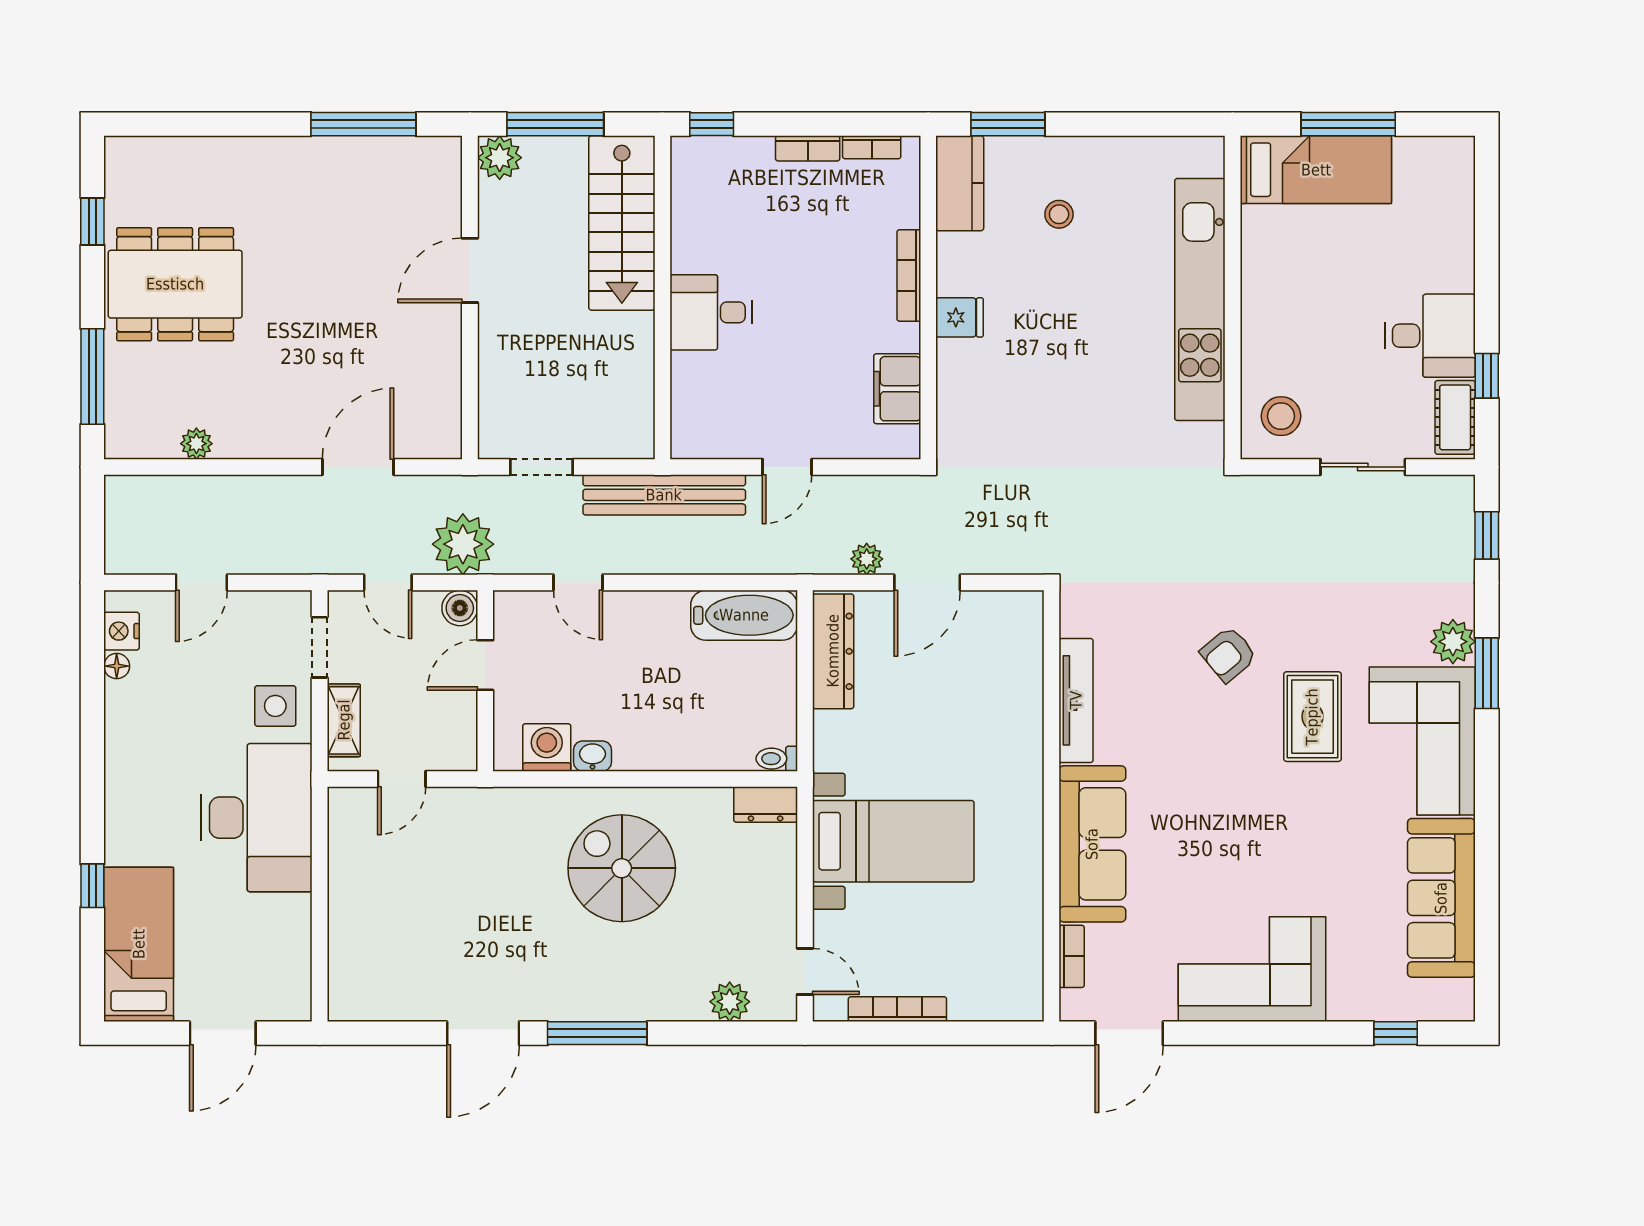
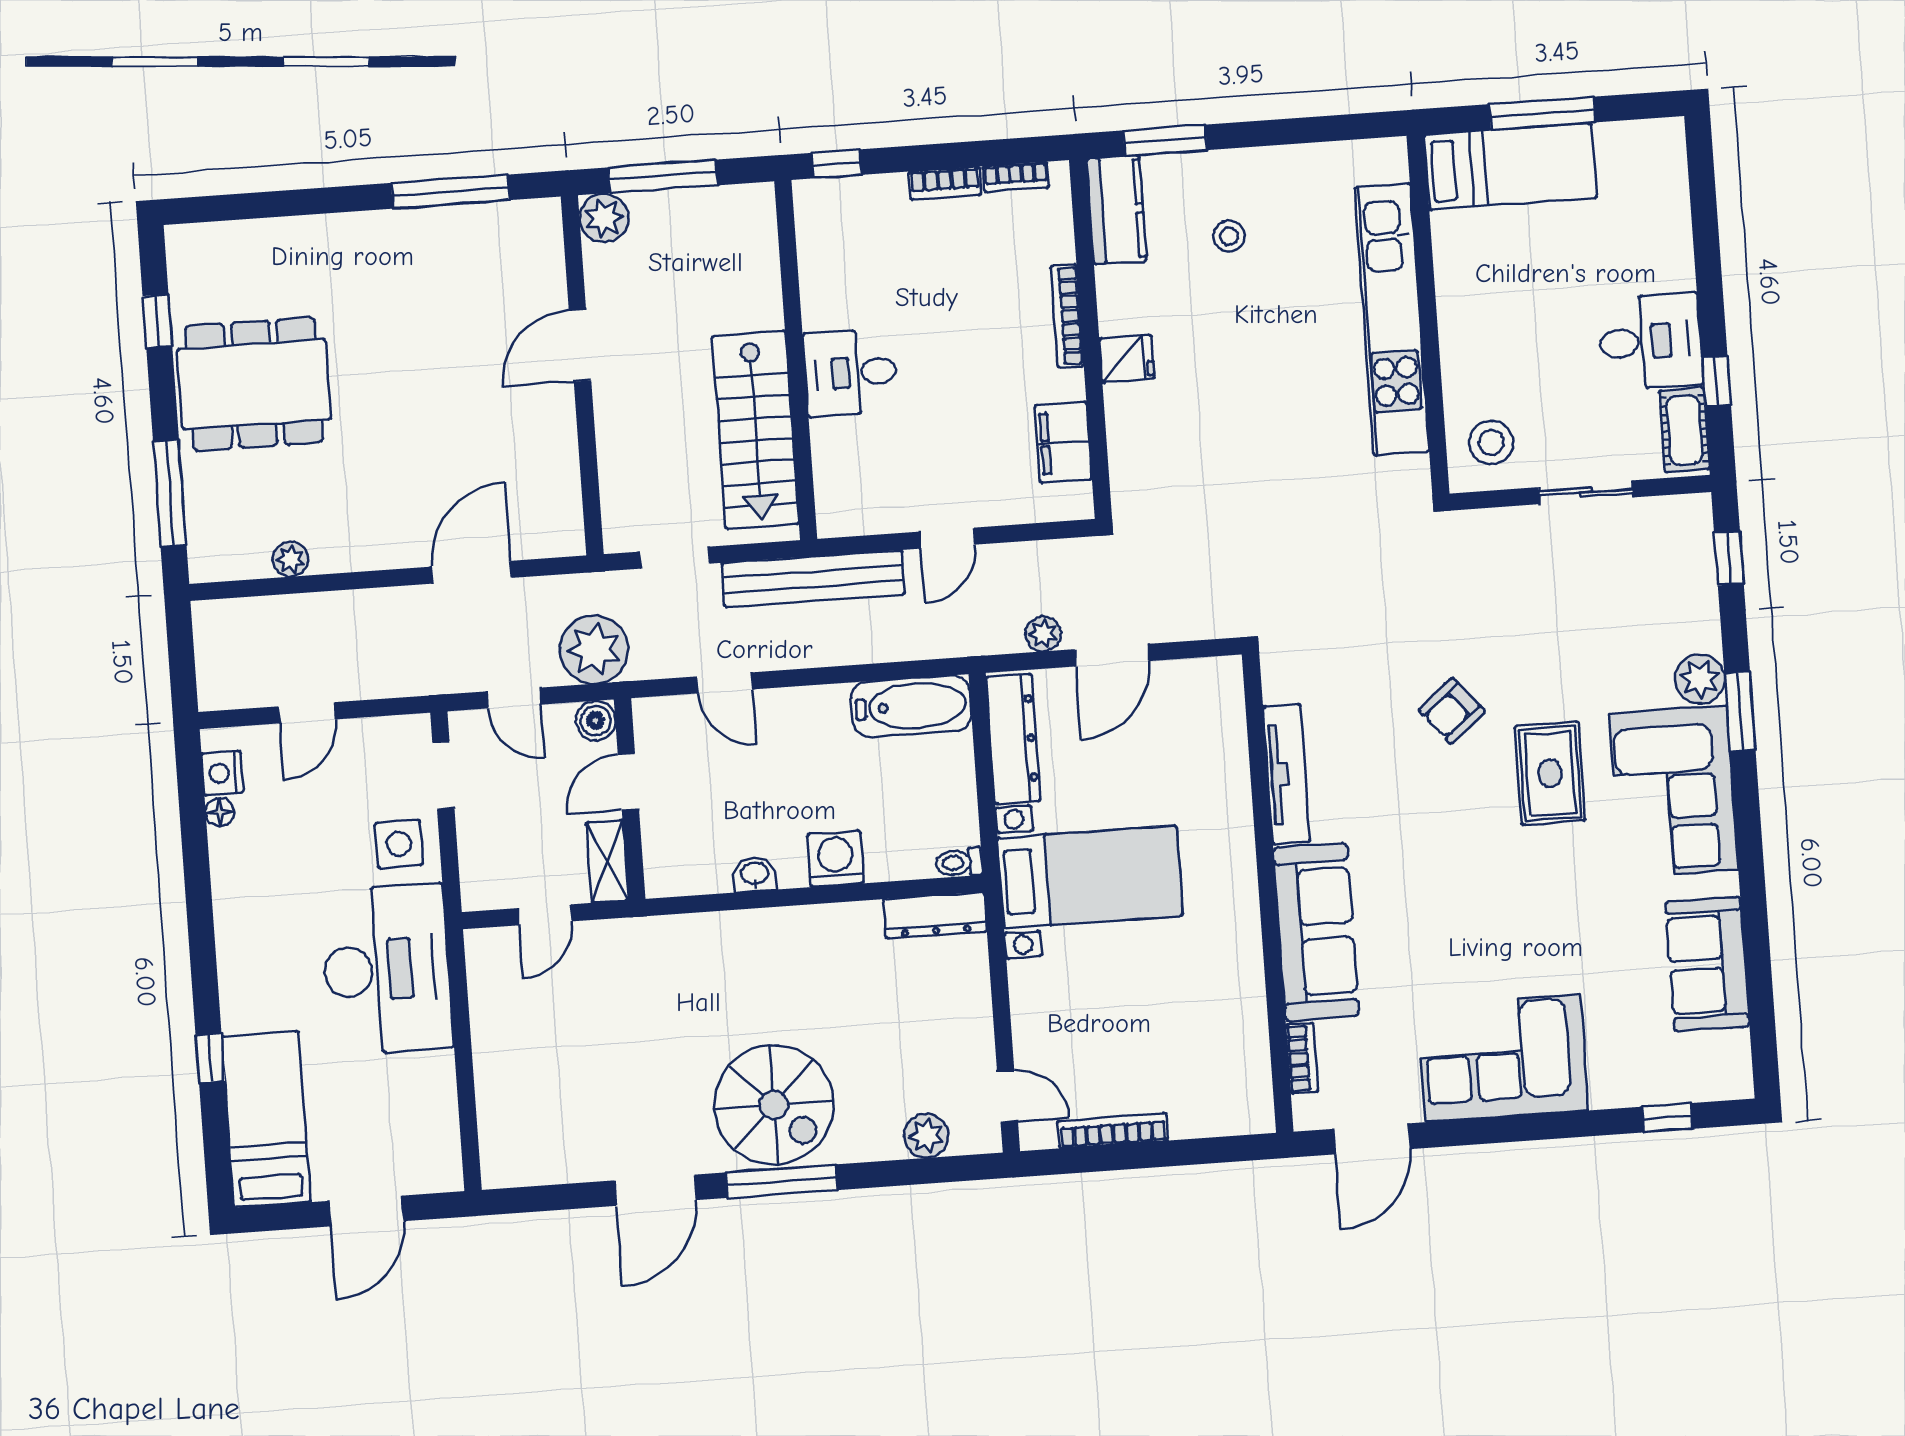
stairs: (622, 223) -> (755, 430), moved
shelving: (344, 720) -> (607, 861), moved
washing machine: (547, 747) -> (835, 859), moved
dresser: (766, 805) -> (935, 915), width x1.44
bed with nightstands: (893, 841) -> (1090, 877), moved
spiral stairs: (622, 868) -> (774, 1105), moved, turned 180
sofa: (1441, 898) -> (1707, 964), width x0.73

